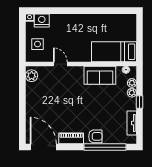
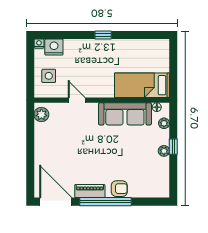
window: (82, 11) -> (103, 35), added
sofa: (100, 75) -> (125, 114), width x1.36
plant: (132, 93) -> (164, 151), moved
tv unit: (132, 123) -> (164, 172), removed
window: (105, 147) -> (106, 202), moved

